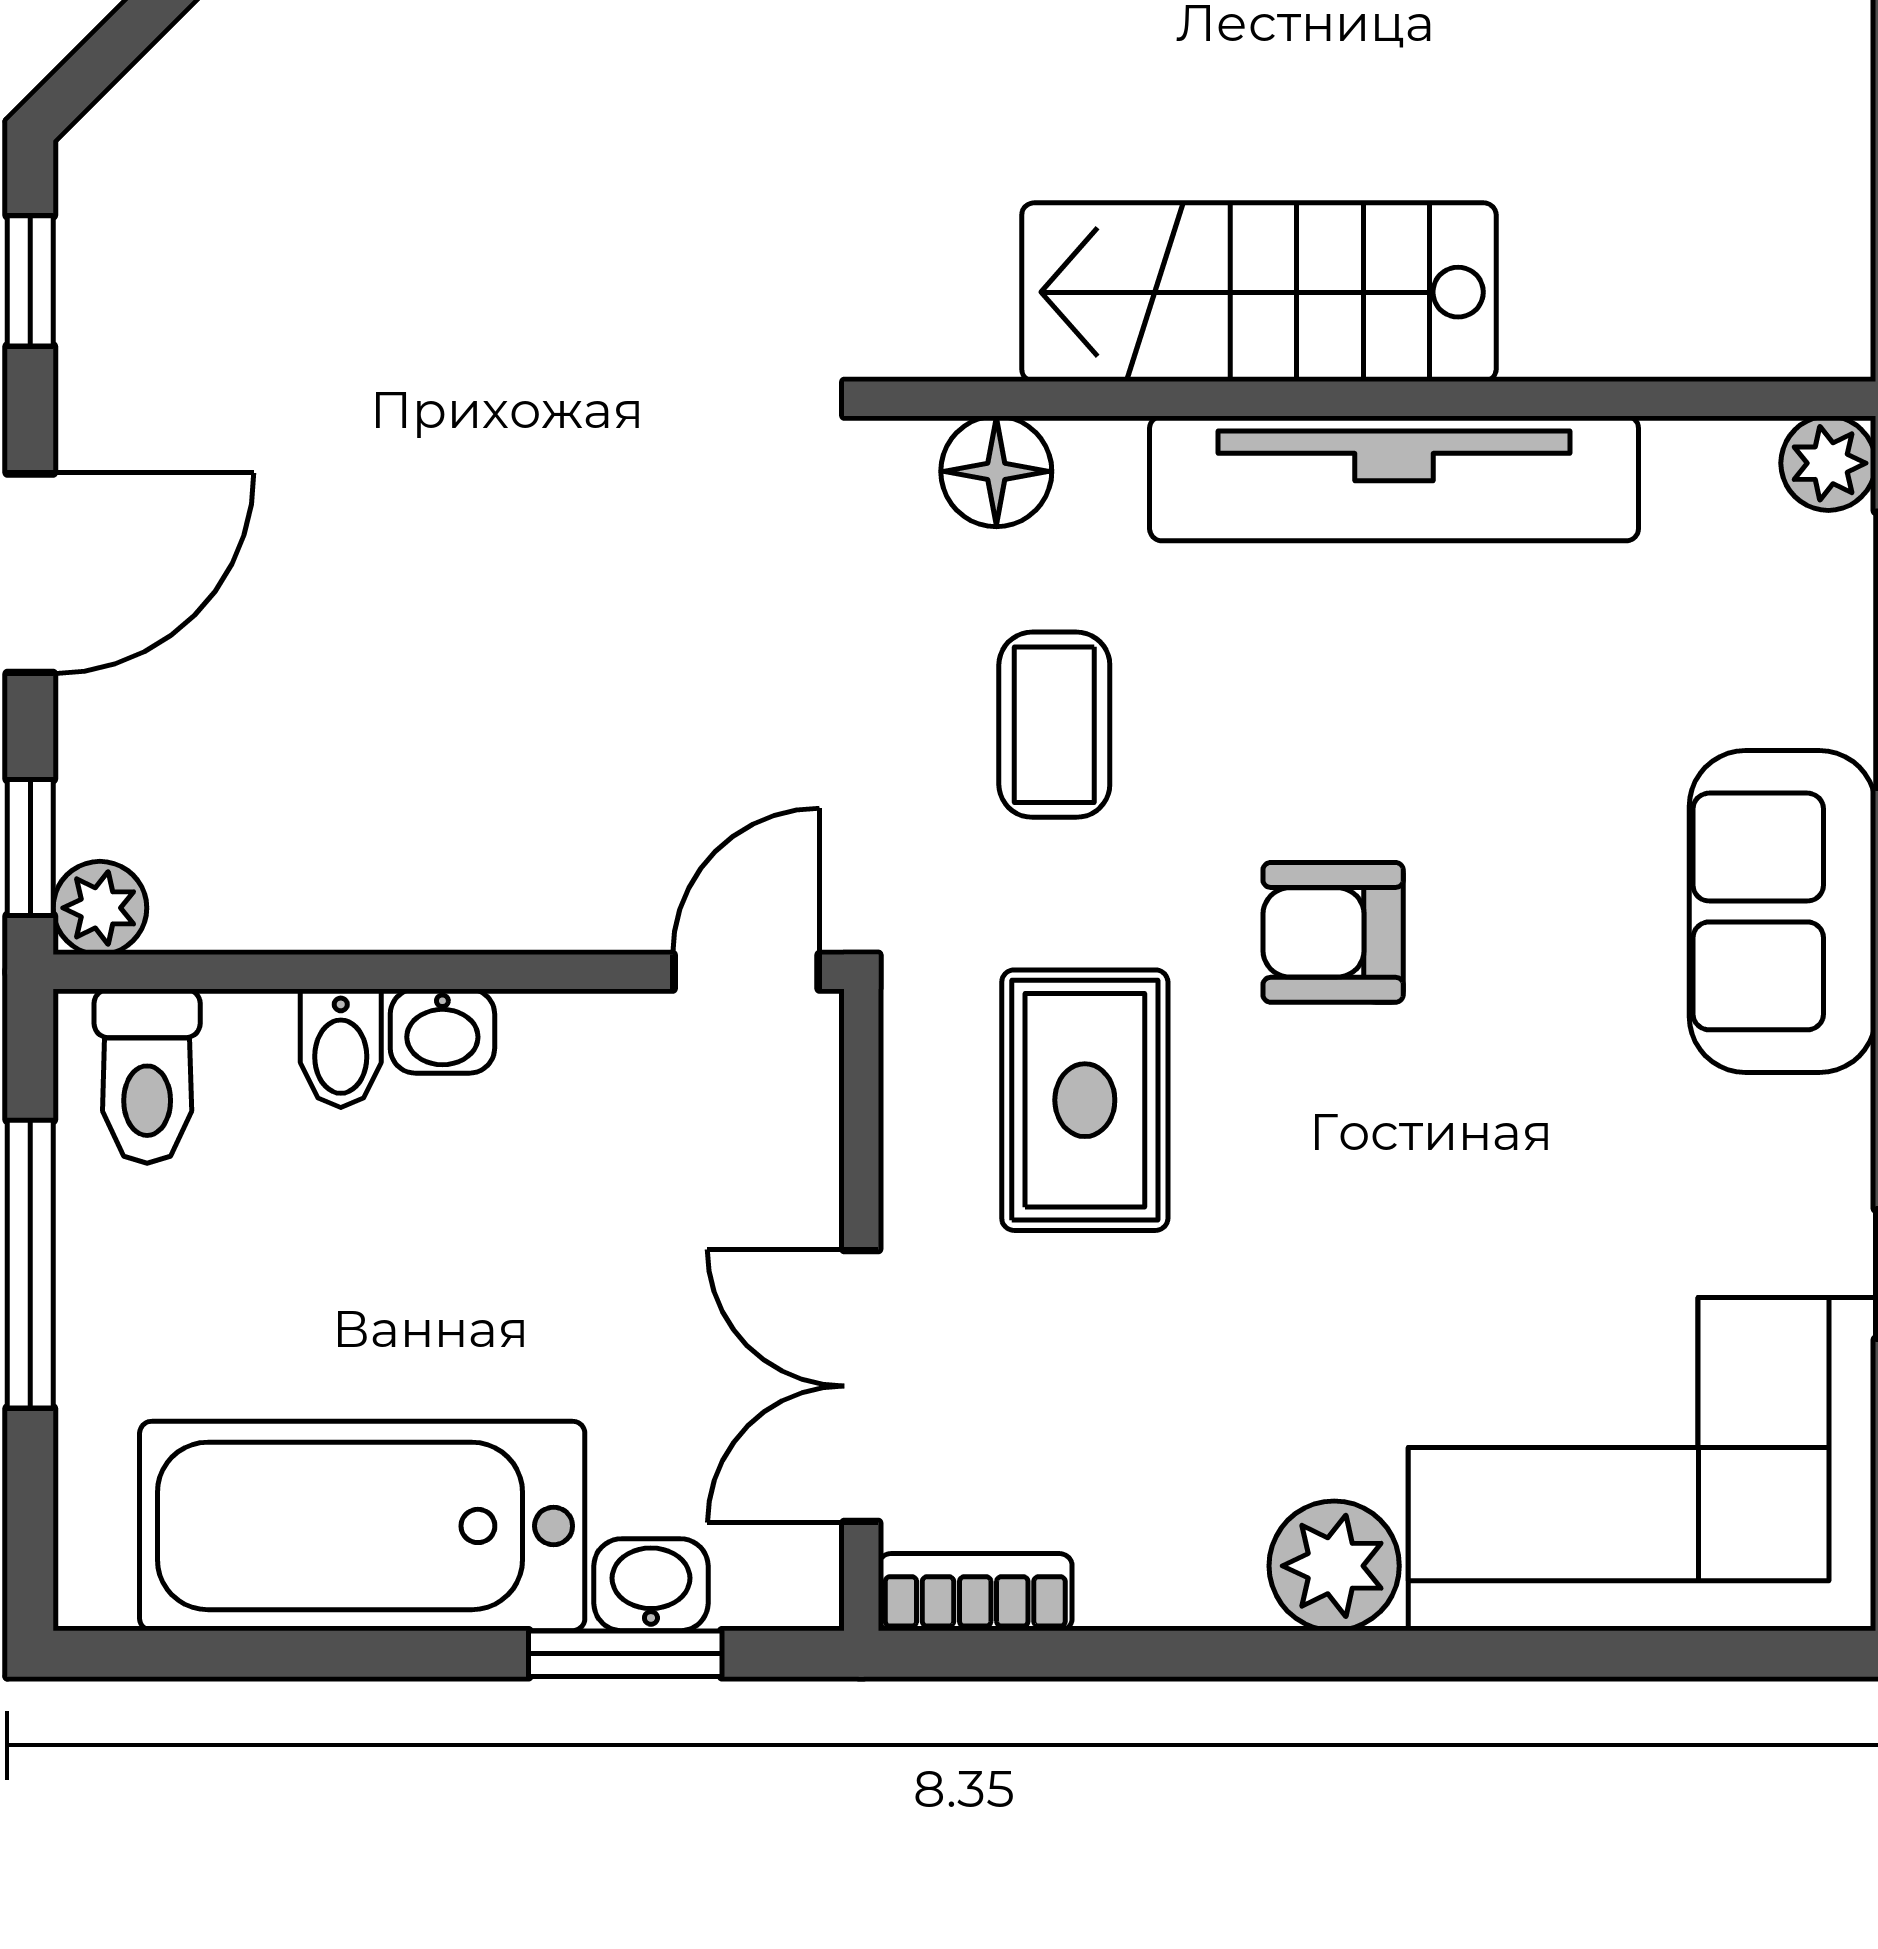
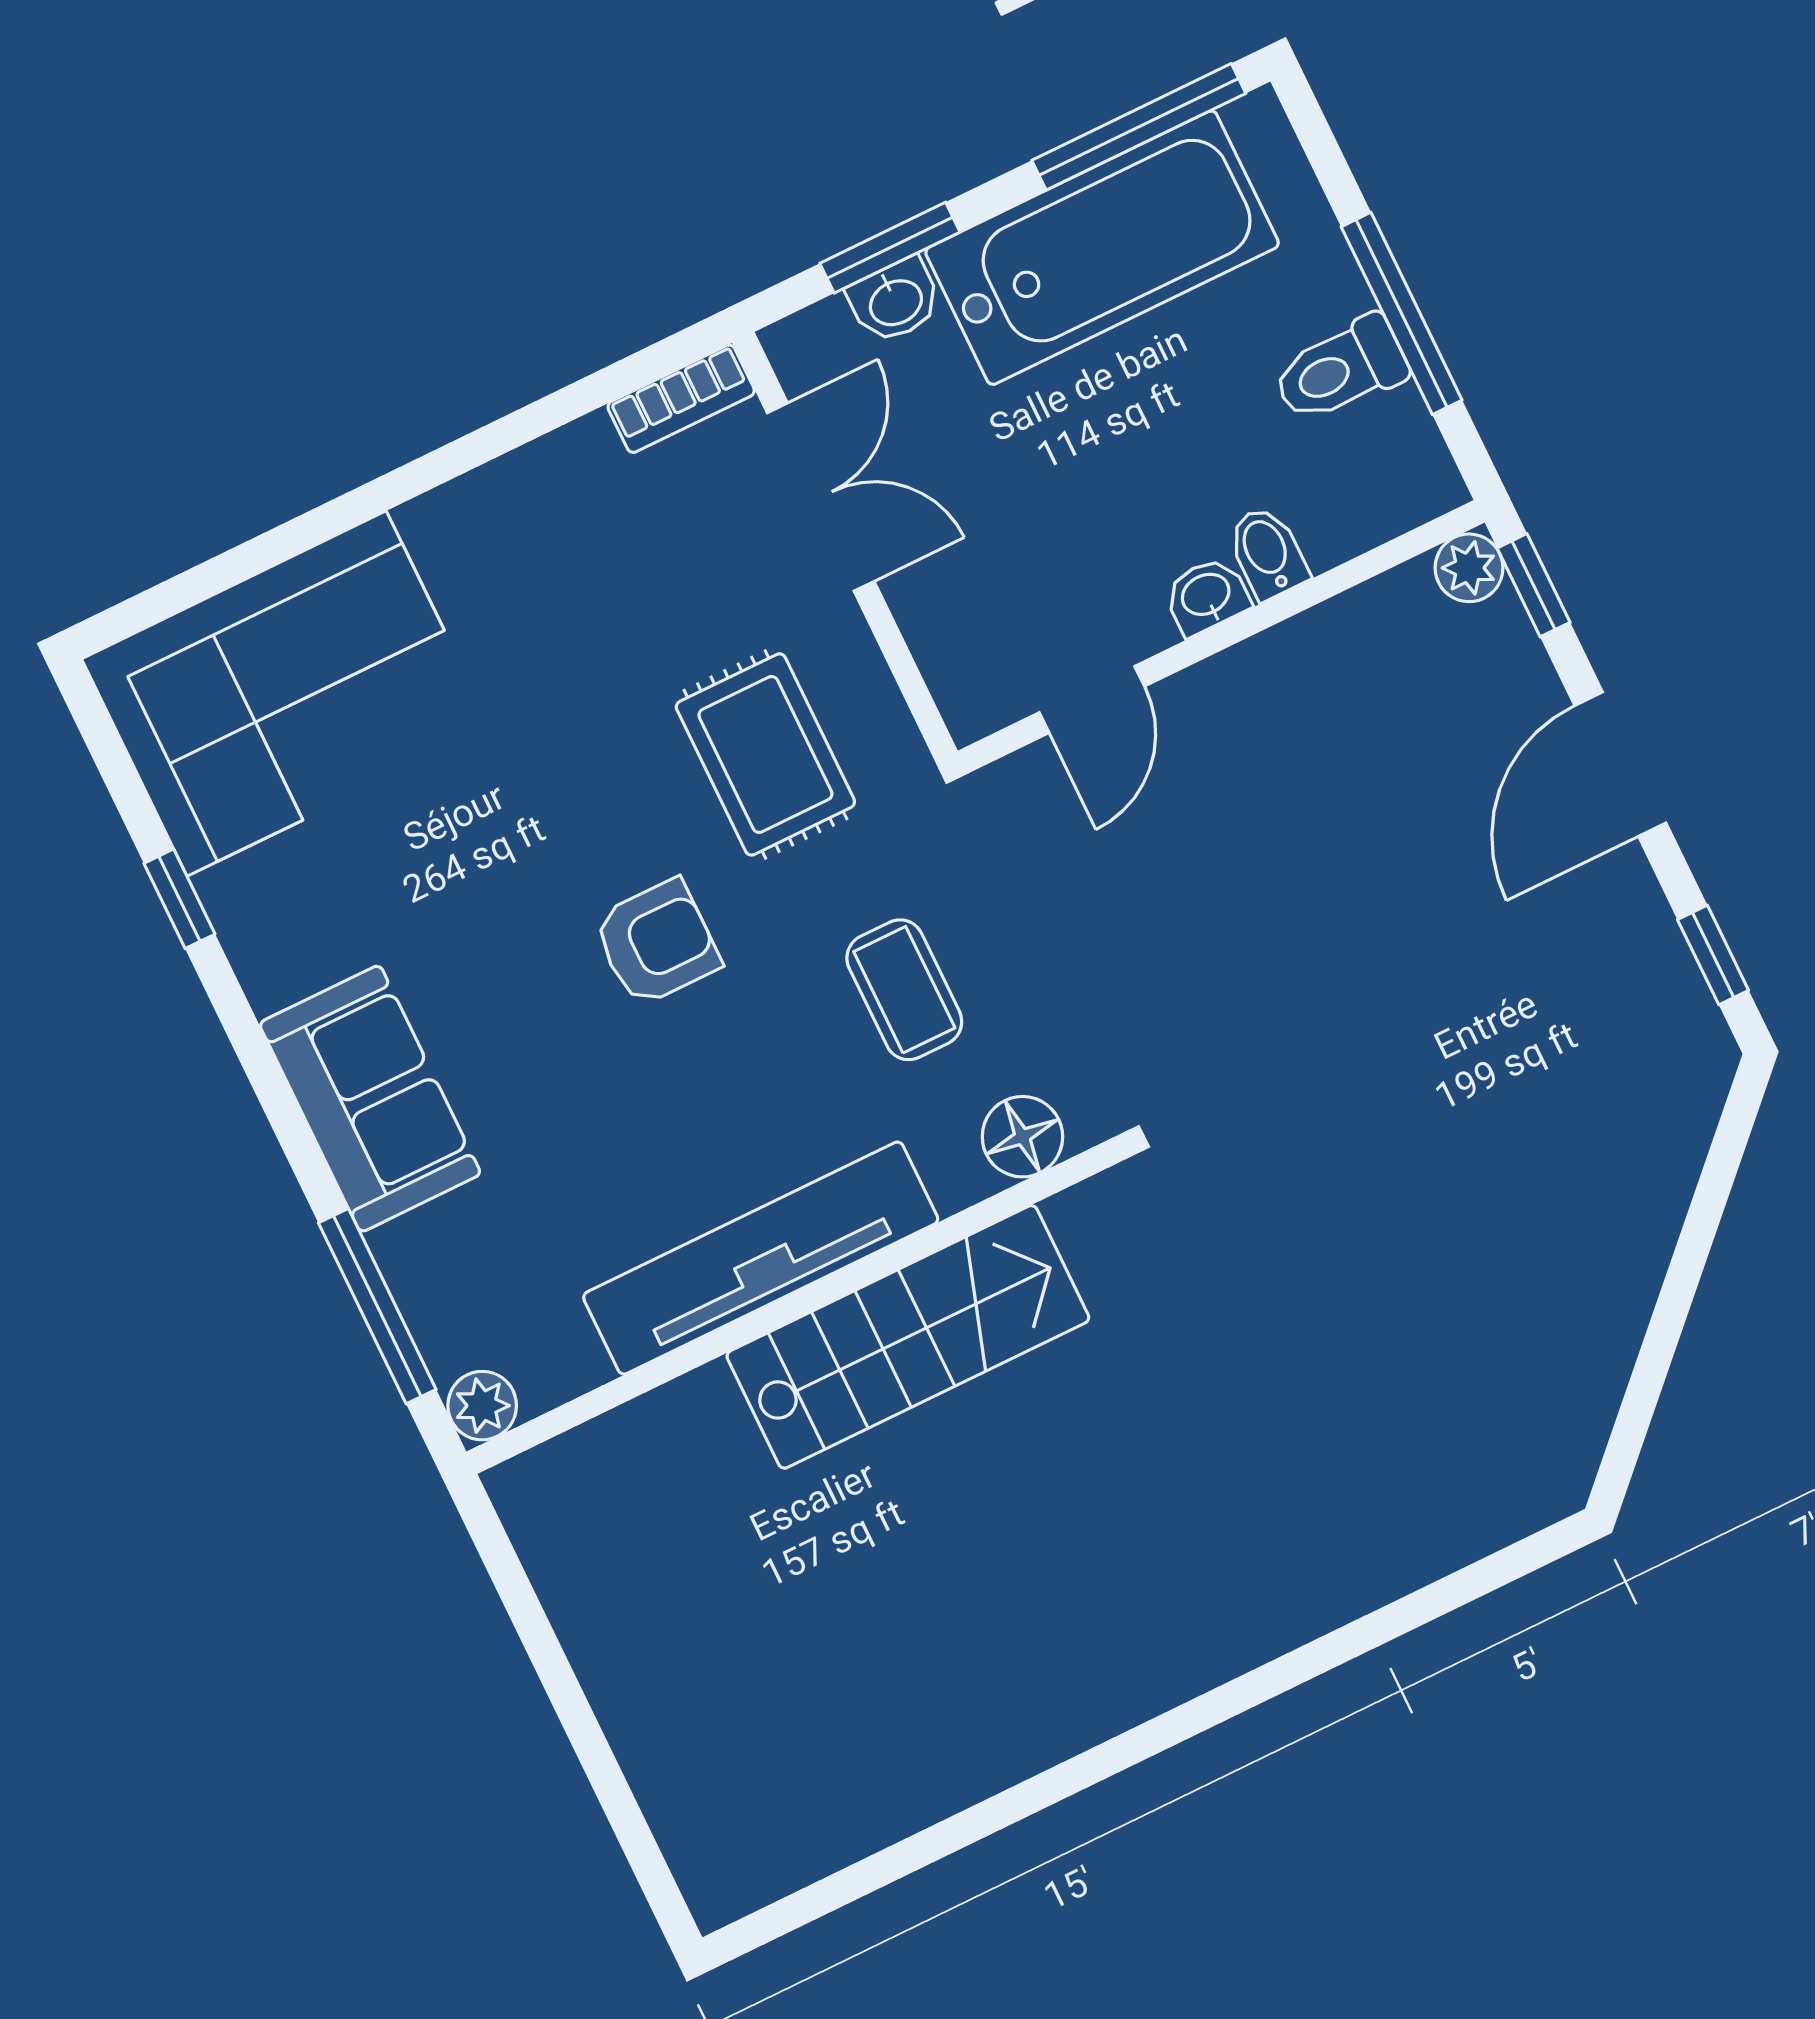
door: (746, 972) -> (1092, 699), moved
toilet: (147, 1076) -> (1340, 370), moved, turned -90
plant: (1334, 1566) -> (455, 530), removed
window: (244, 1654) -> (1139, 127), added

